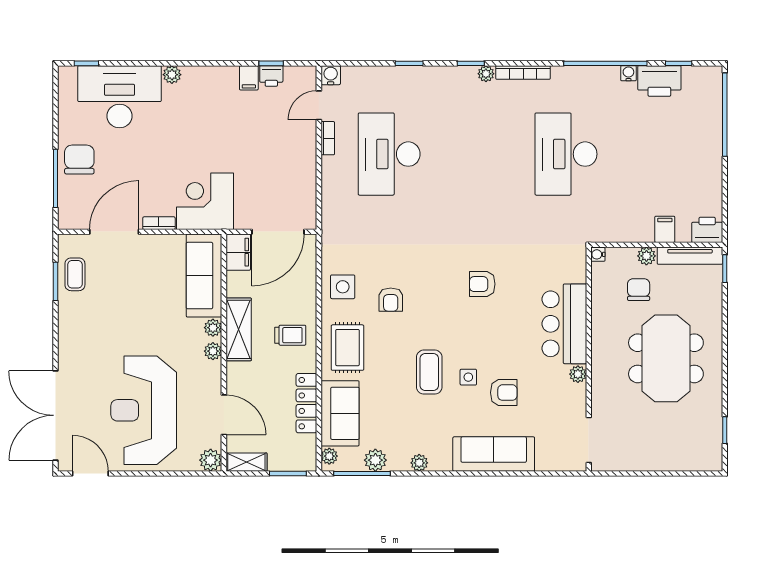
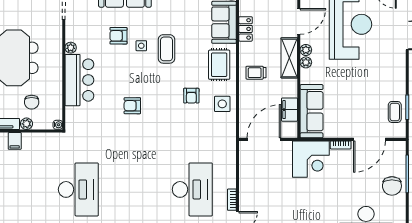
filing cabinet: (238, 252) -> (290, 110), moved
armchair: (482, 284) -> (132, 106), turned 180
armchair: (391, 300) -> (191, 96), turned 180
plant: (213, 328) -> (306, 50), moved
shelving: (239, 329) -> (289, 58), moved
locker: (306, 403) -> (246, 29), width x0.66
door: (224, 415) -> (299, 21), swing flipped

